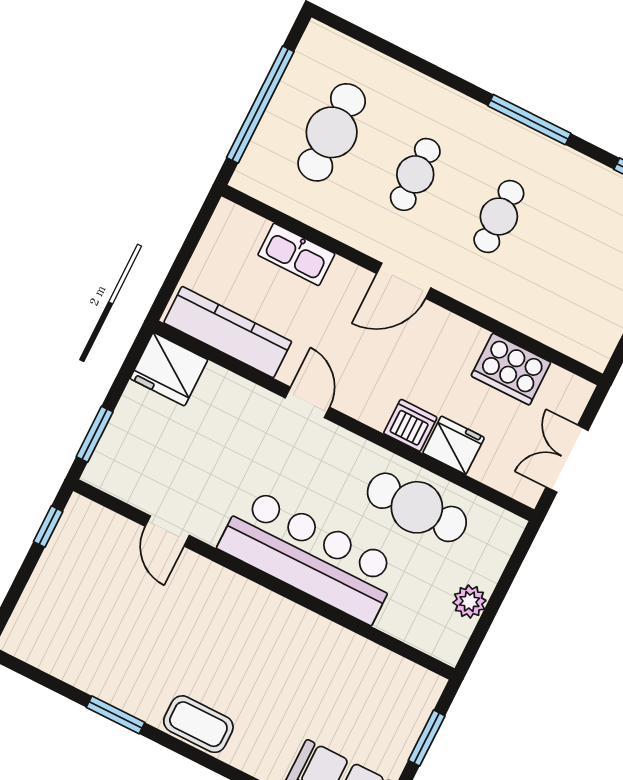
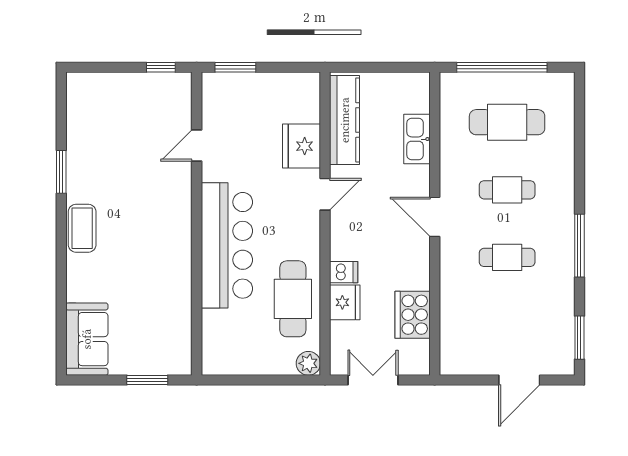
fridge: (169, 369) -> (302, 146), moved
dishwasher: (410, 425) -> (344, 272), width x0.73
plant: (469, 602) -> (308, 363), moved

